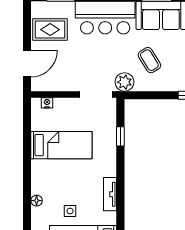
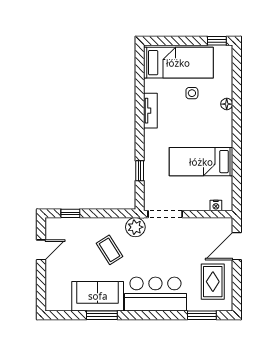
rug: (50, 30) -> (213, 282), turned 90

